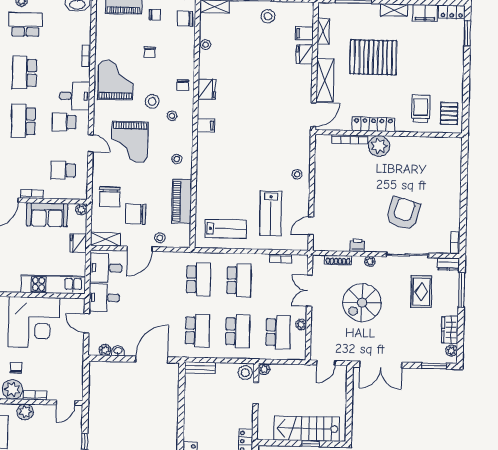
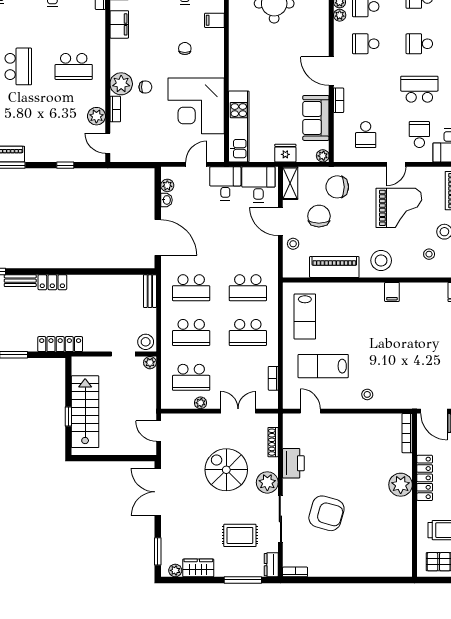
filing cabinet: (206, 125) -> (392, 292), moved
bookcase: (350, 139) -> (407, 433), moved
grand piano: (130, 142) -> (399, 208), turned 180
stool: (177, 159) -> (381, 260), width x1.89, depth x1.89
school desk: (63, 170) -> (366, 135), turned 180
printer: (357, 245) -> (293, 463), width x1.87, depth x1.48
plant: (370, 261) -> (267, 482), width x1.88, depth x1.88
plant: (25, 412) -> (96, 116), moved

